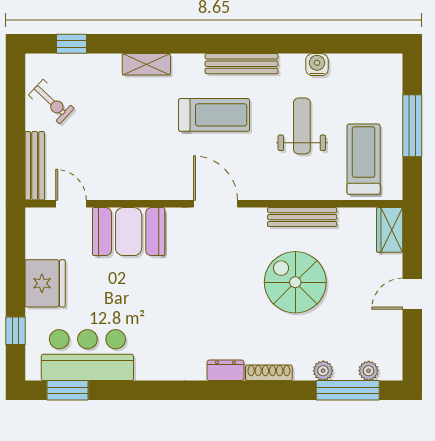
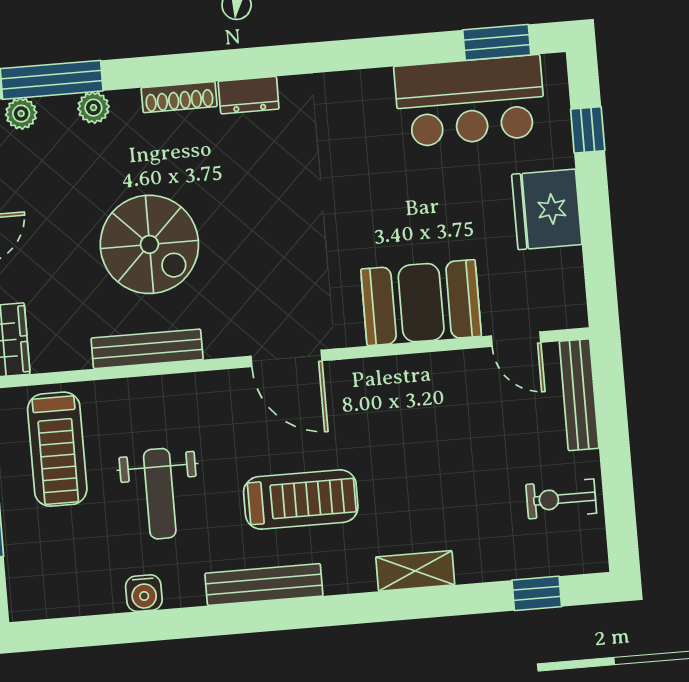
exercise bike: (51, 102) -> (561, 499), turned -43
treadmill: (214, 115) -> (301, 500), turned 180

